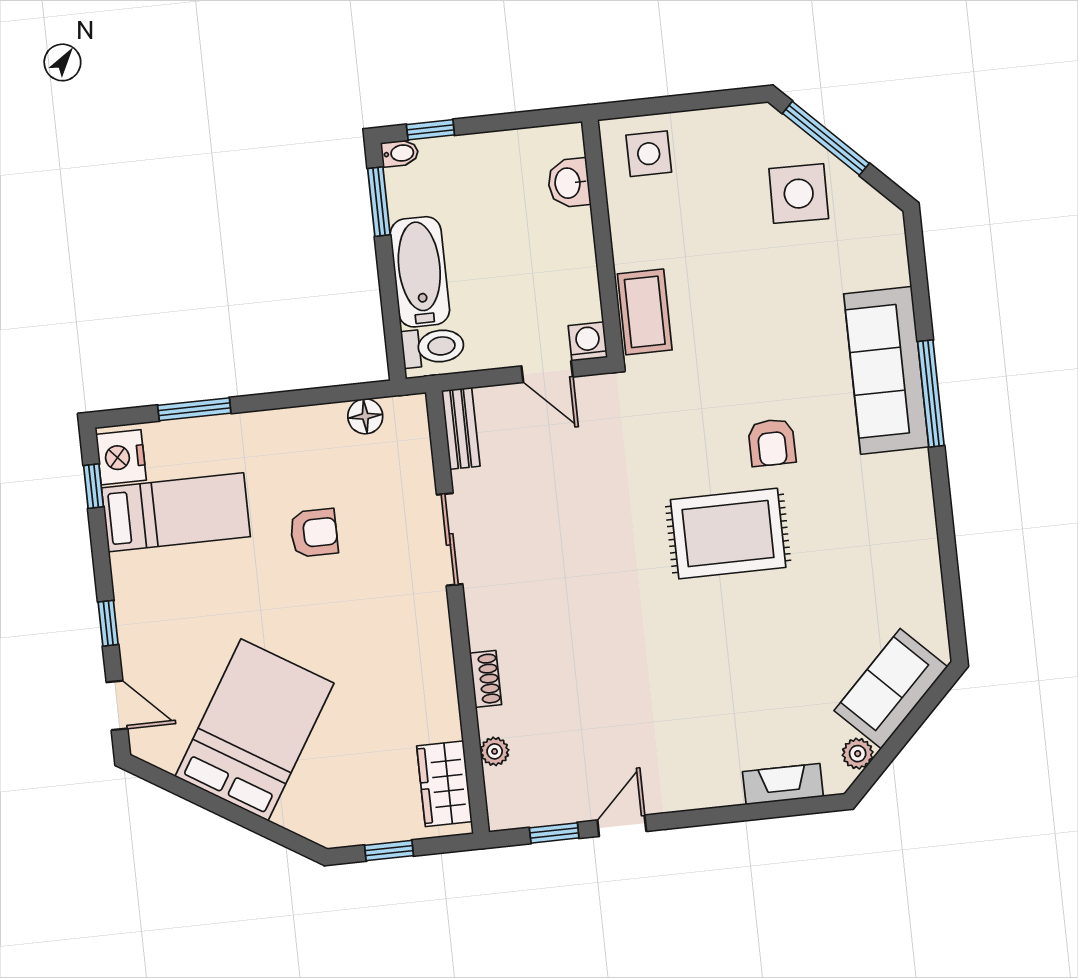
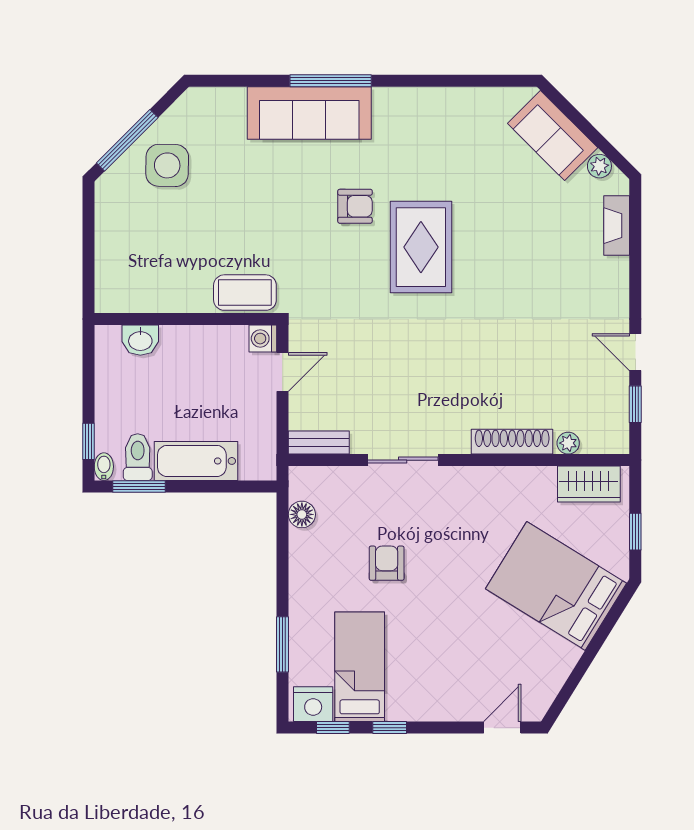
side table: (649, 154) -> (124, 277), removed
toilet: (433, 347) -> (138, 457), moved
window: (108, 623) -> (390, 728), moved
shoe rack: (486, 679) -> (512, 442), width x1.94, depth x1.24
bed: (254, 730) -> (556, 586), moved

